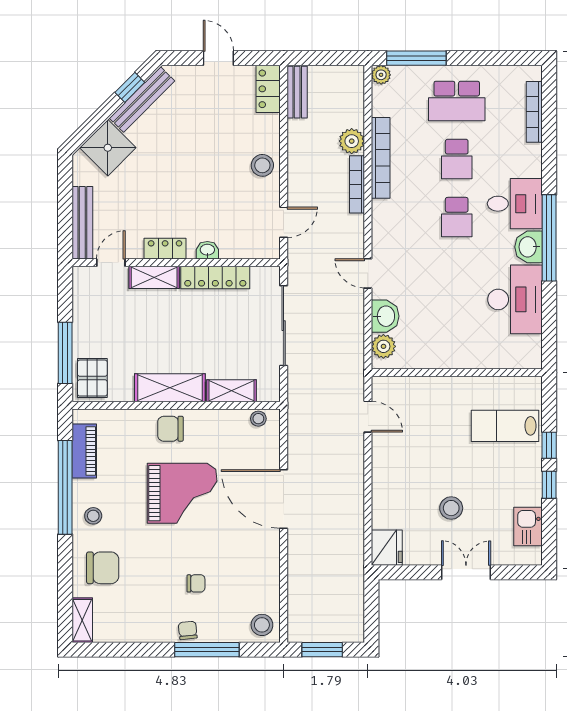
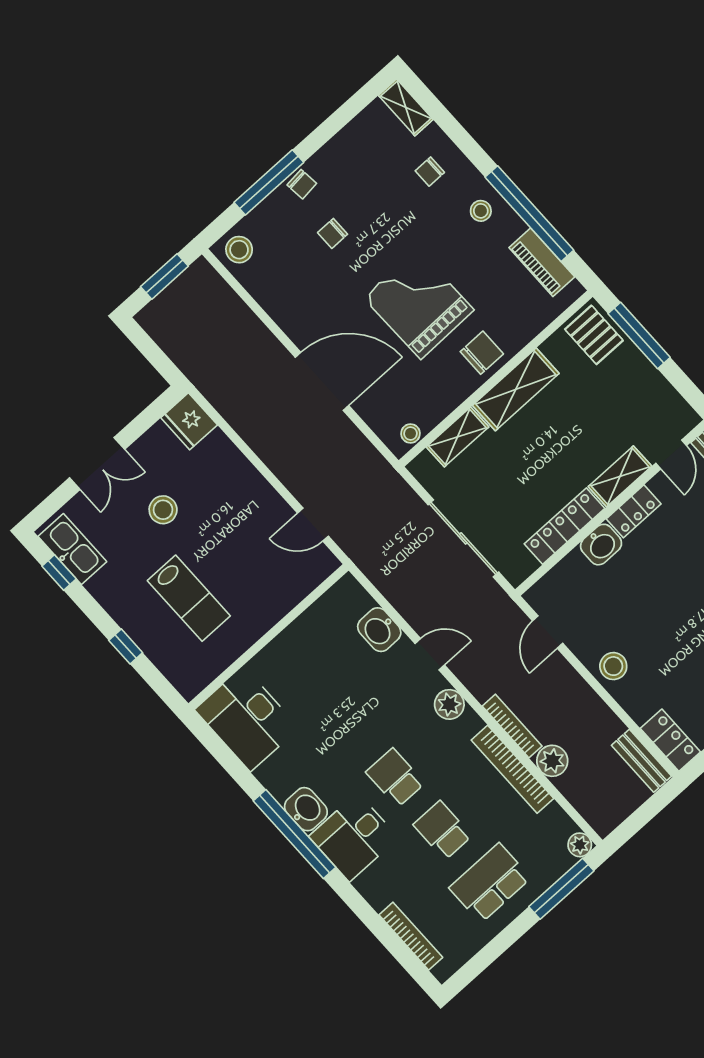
washbasin: (207, 250) -> (601, 545), width x1.38, depth x1.45
desk: (515, 299) -> (247, 719), moved
plant: (383, 346) -> (449, 704), moved
lab bench: (505, 426) -> (189, 598), moved, turned 90
window: (549, 485) -> (59, 573), moved
grand piano: (182, 493) -> (419, 304), turned 89
kitchen sink: (528, 527) -> (72, 549), width x1.38
chair: (103, 568) -> (430, 172), width x0.54, depth x0.54

